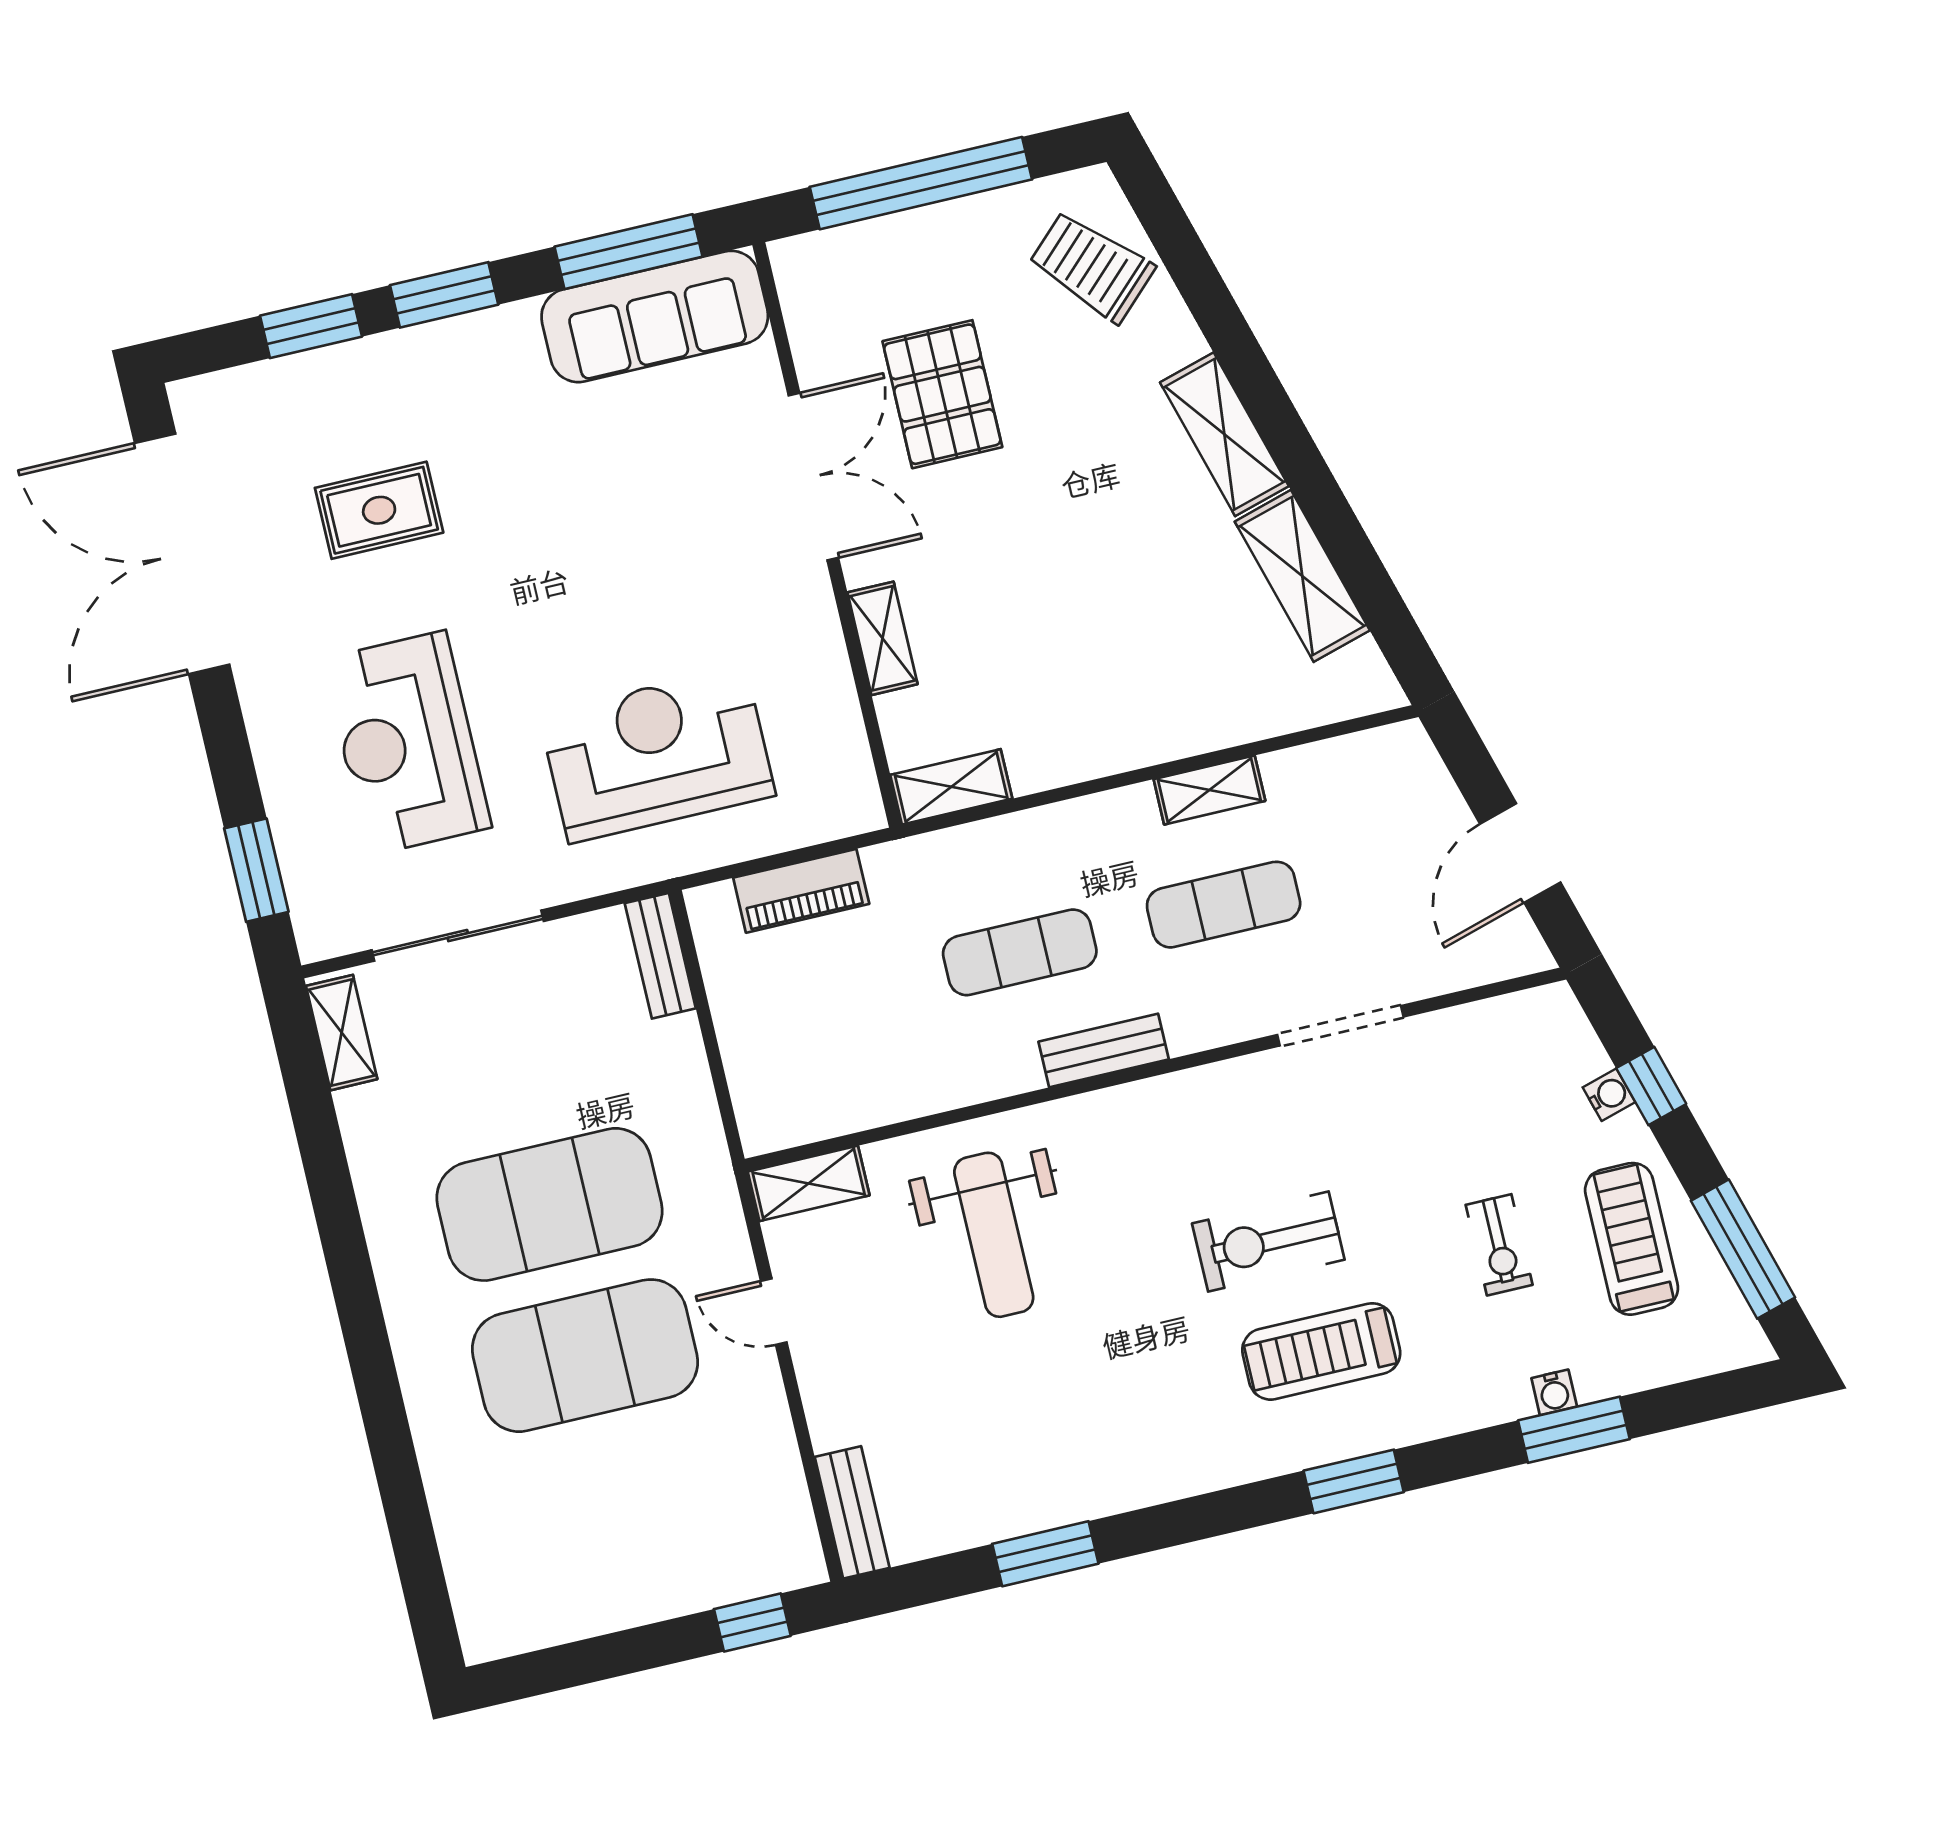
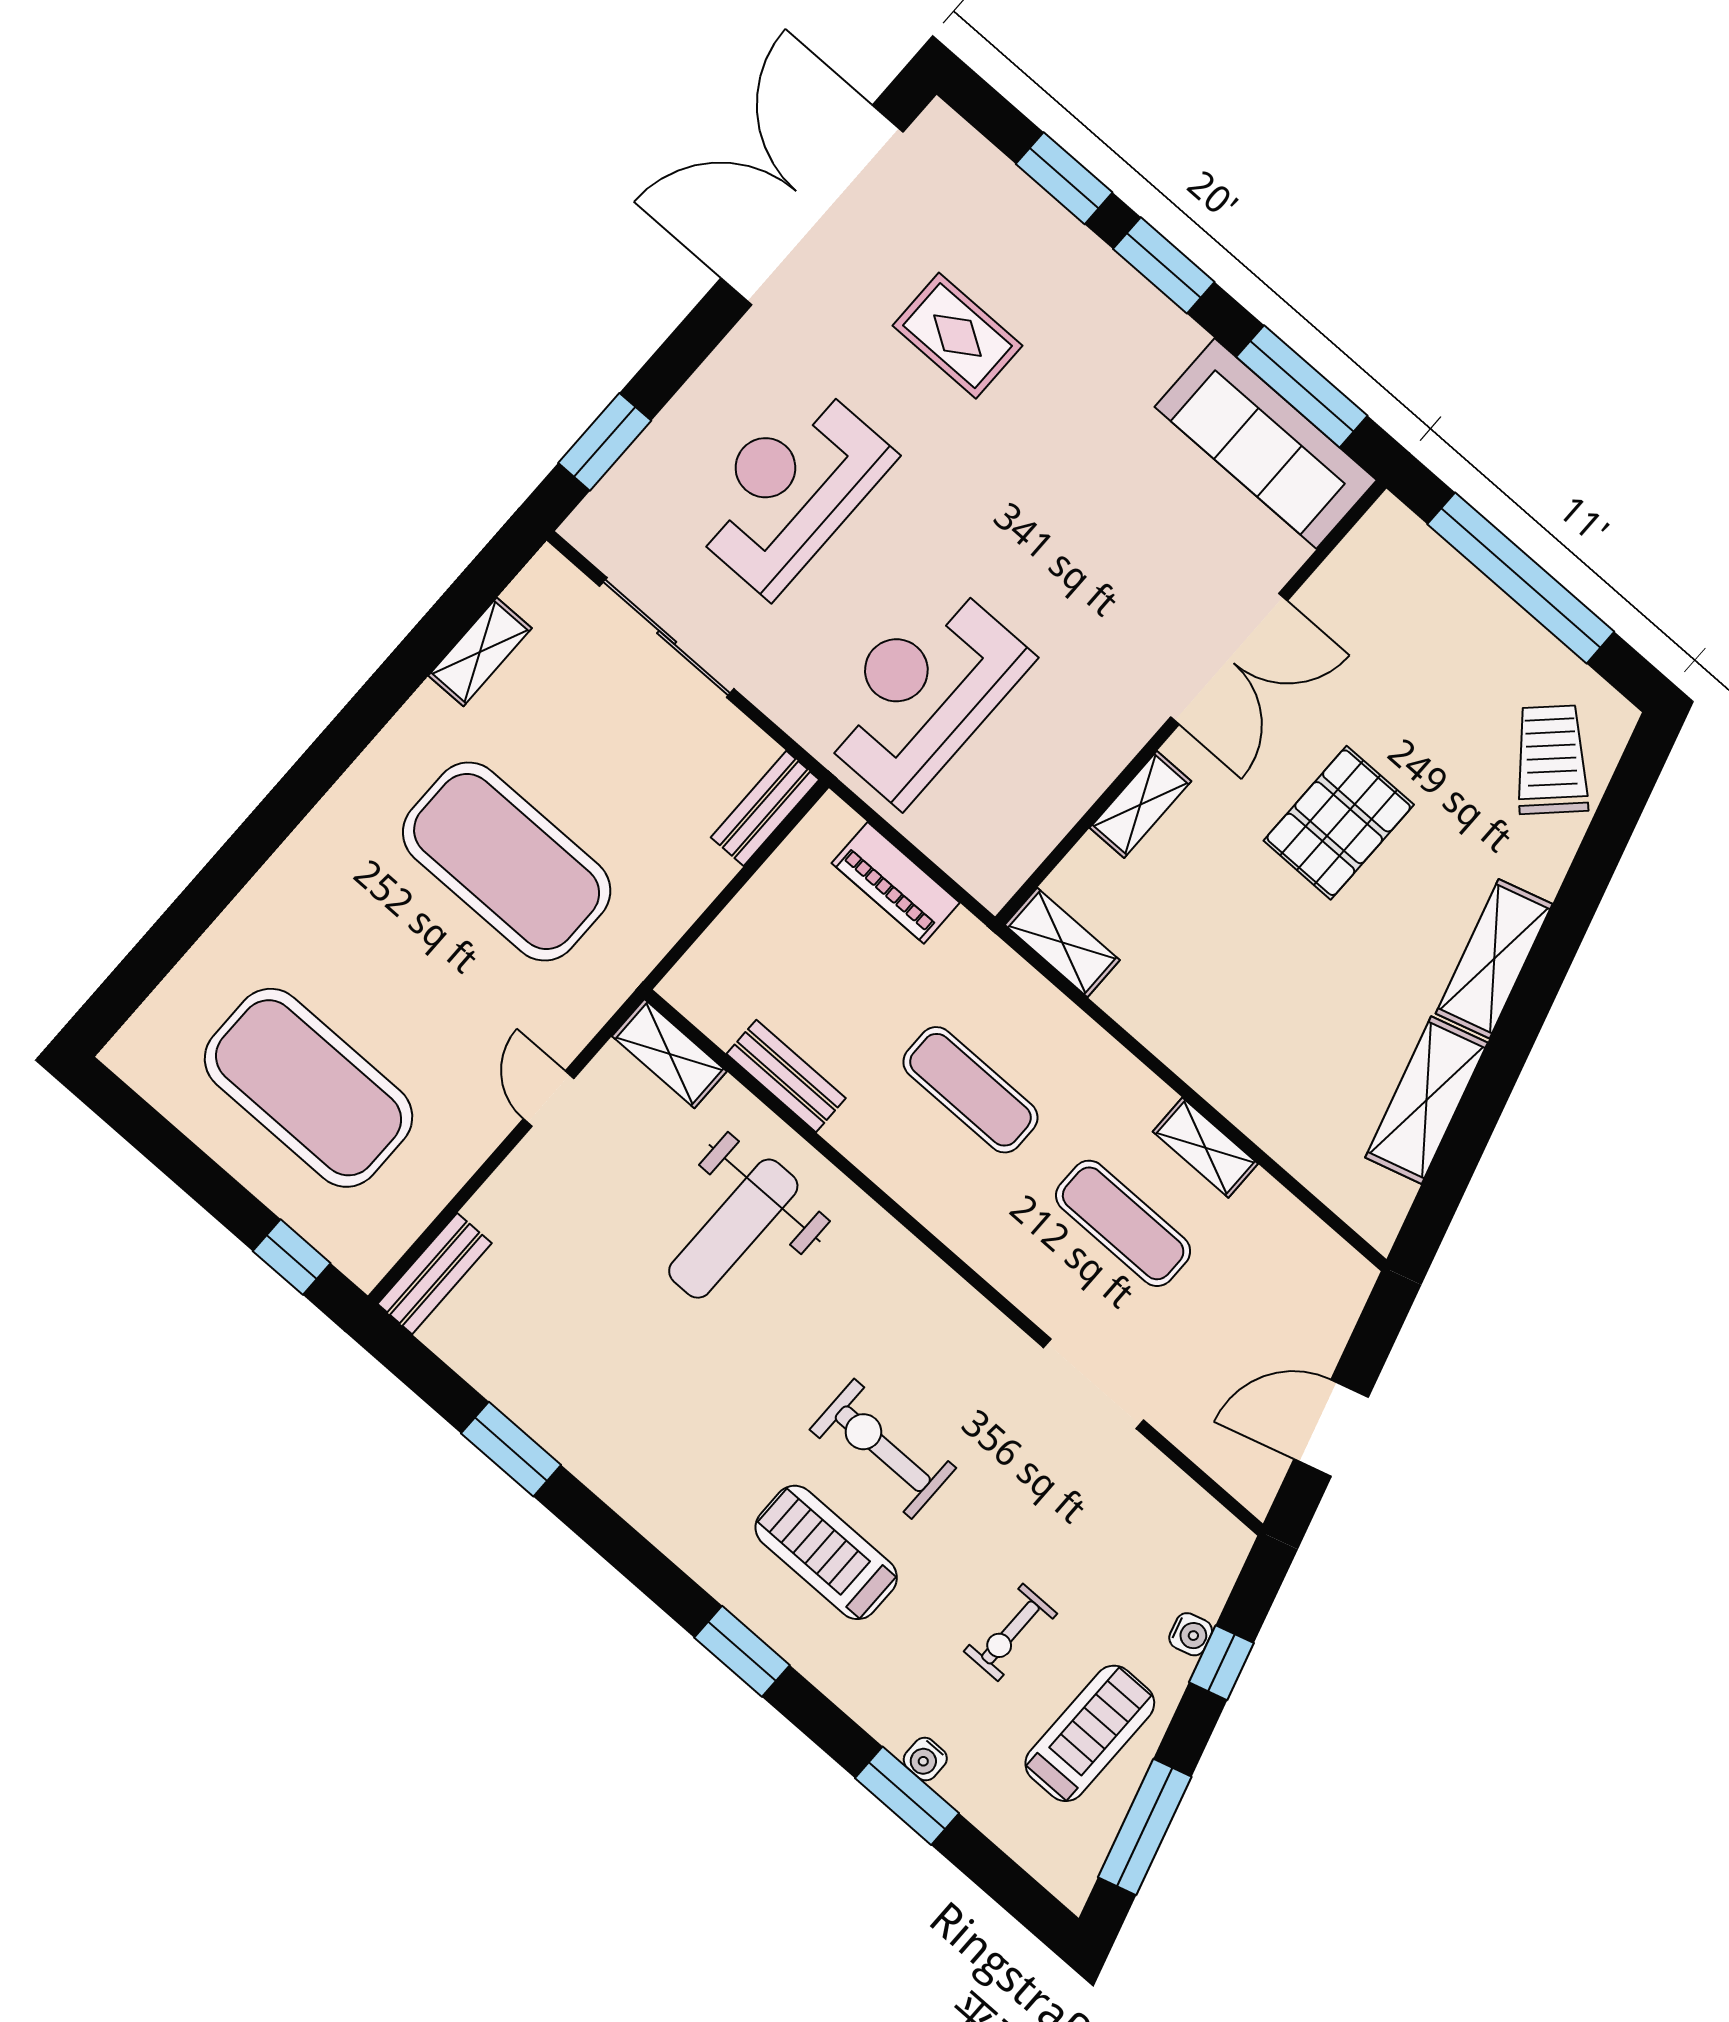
pallet: (942, 394) -> (1339, 823), moved
reception desk: (657, 755) -> (922, 693), turned -90
shelving: (342, 1033) -> (480, 652), moved
bench: (1104, 1050) -> (786, 1076), moved
exercise mat: (585, 1356) -> (309, 1088), moved

